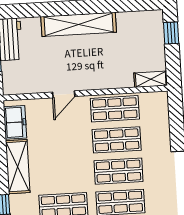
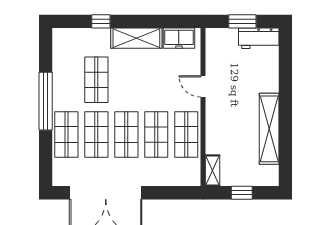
shelving: (79, 24) -> (269, 129), moved
window: (171, 33) -> (242, 193), moved

